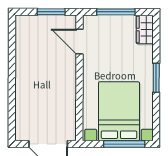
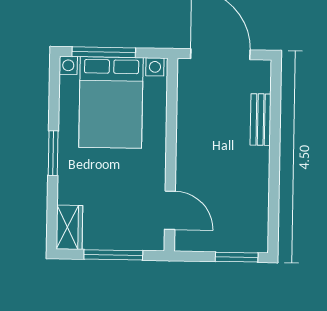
window: (51, 12) -> (237, 257), moved
bench: (21, 102) -> (261, 120), added

